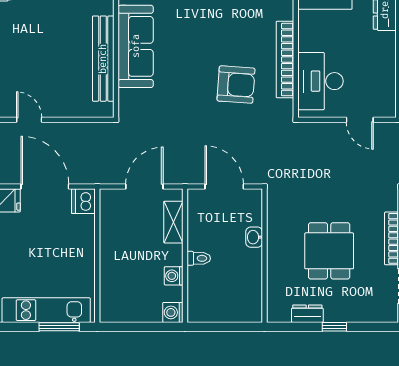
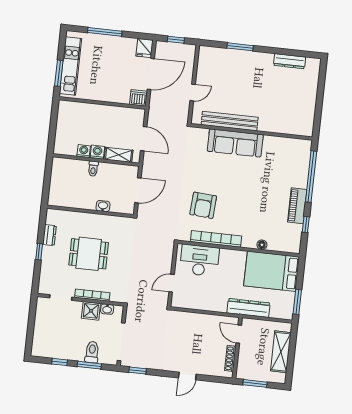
door: (29, 120) -> (193, 93), moved
washing machine: (173, 312) -> (97, 152), moved

